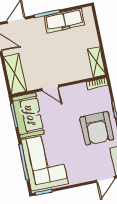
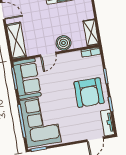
boiler: (67, 75) -> (64, 43), added
door: (50, 88) -> (48, 54), hinge flipped

